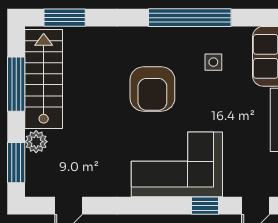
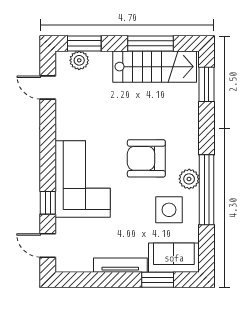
plant: (177, 38) -> (189, 179), added
side table: (213, 62) -> (169, 210), width x1.87, depth x1.87
plant: (36, 142) -> (79, 60), moved

